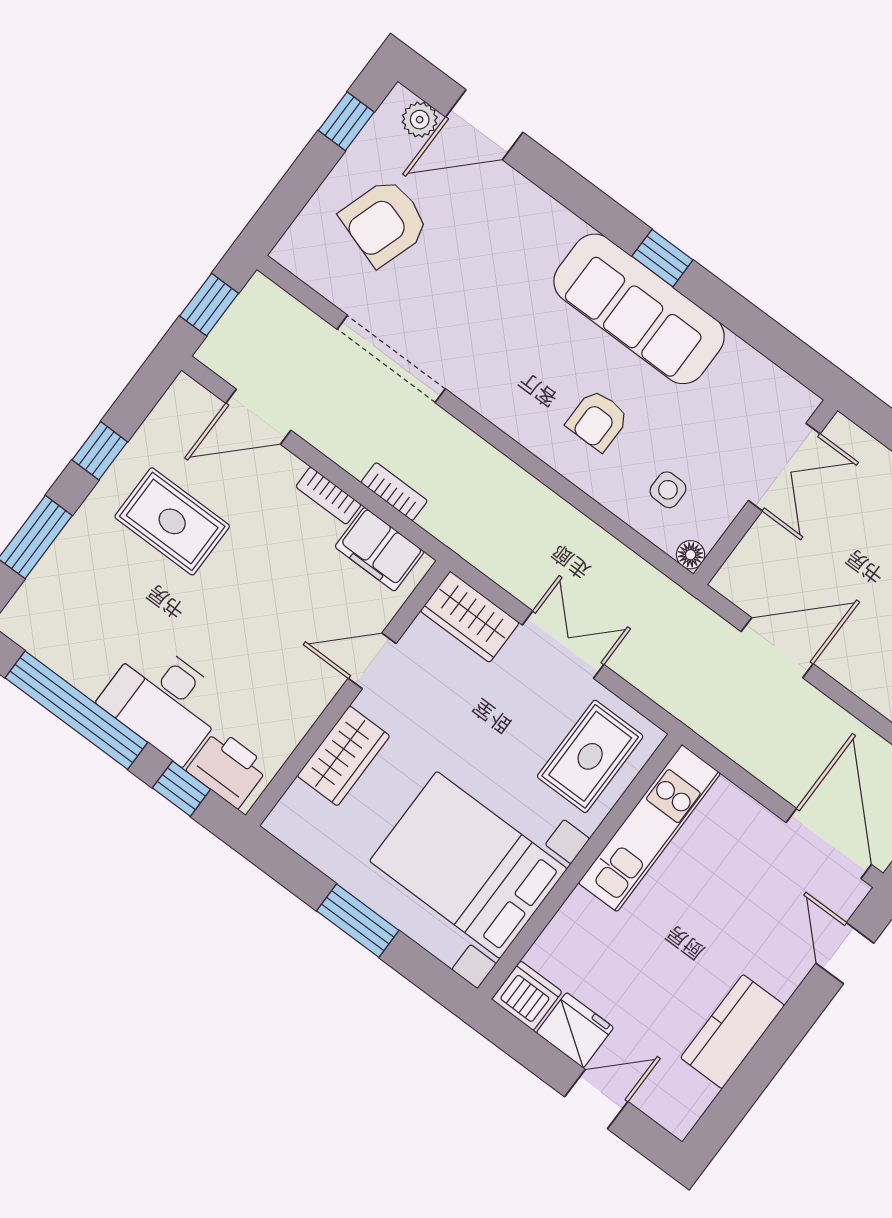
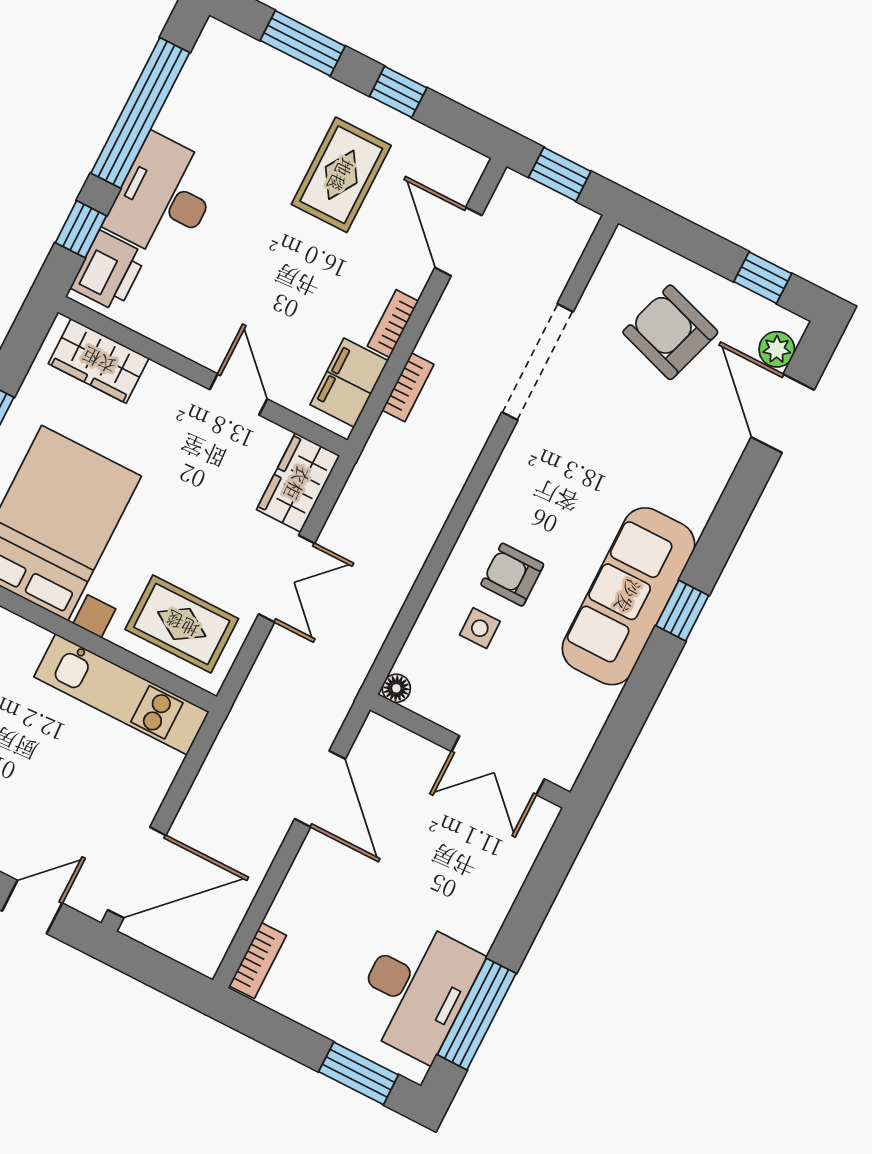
side table: (668, 490) -> (480, 628), moved
wardrobe: (343, 756) -> (99, 361), moved

